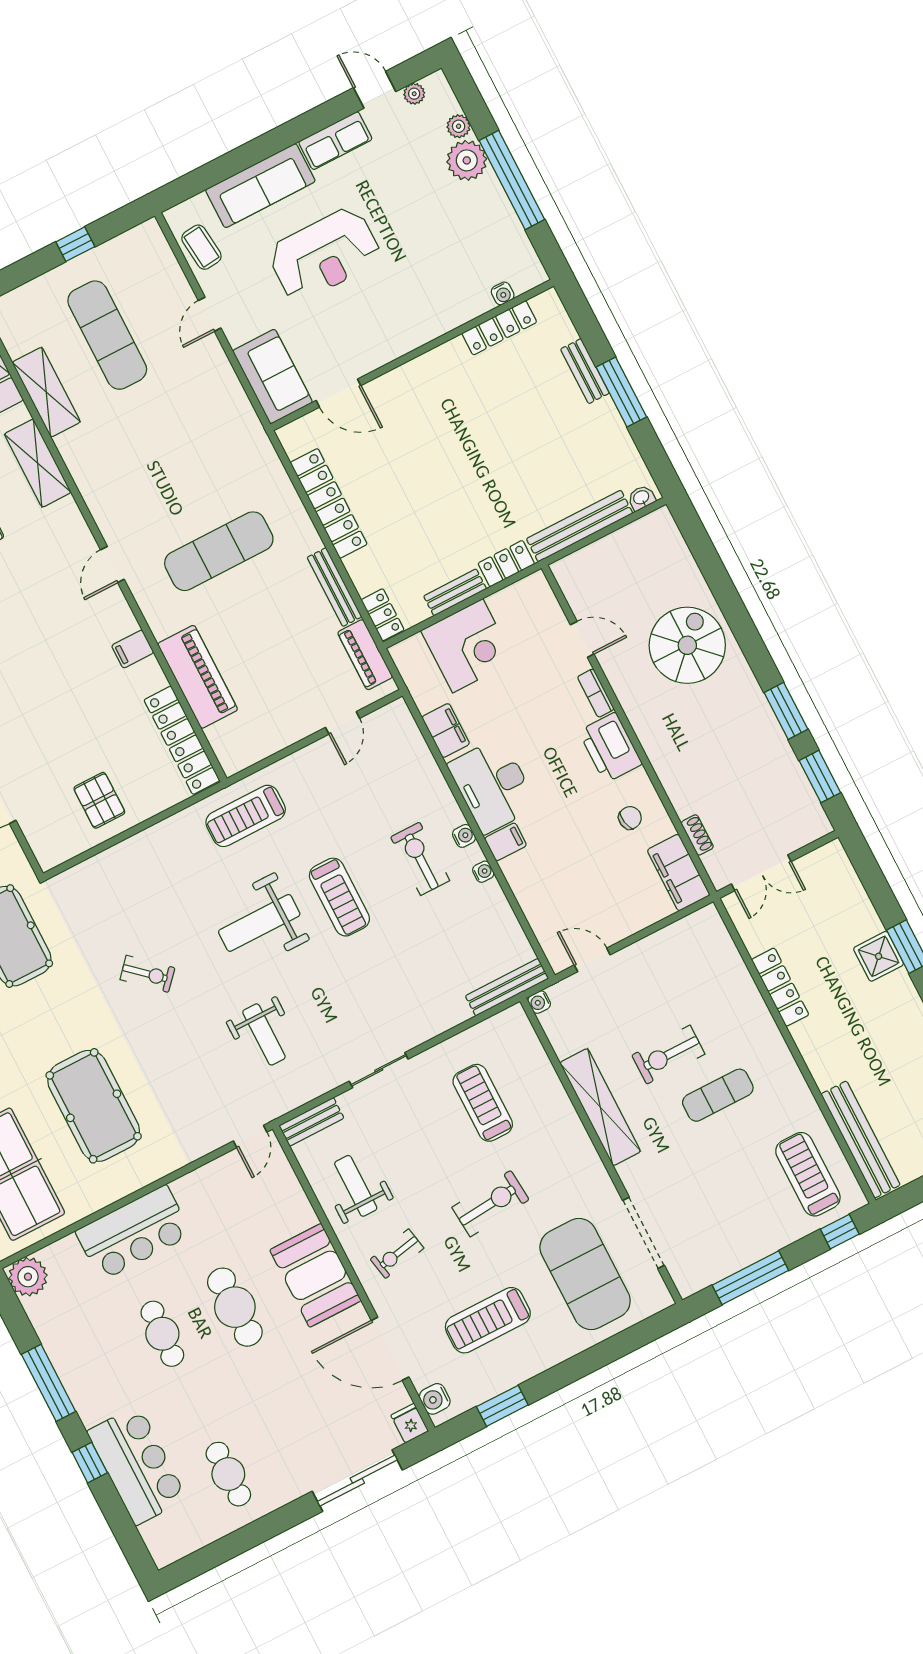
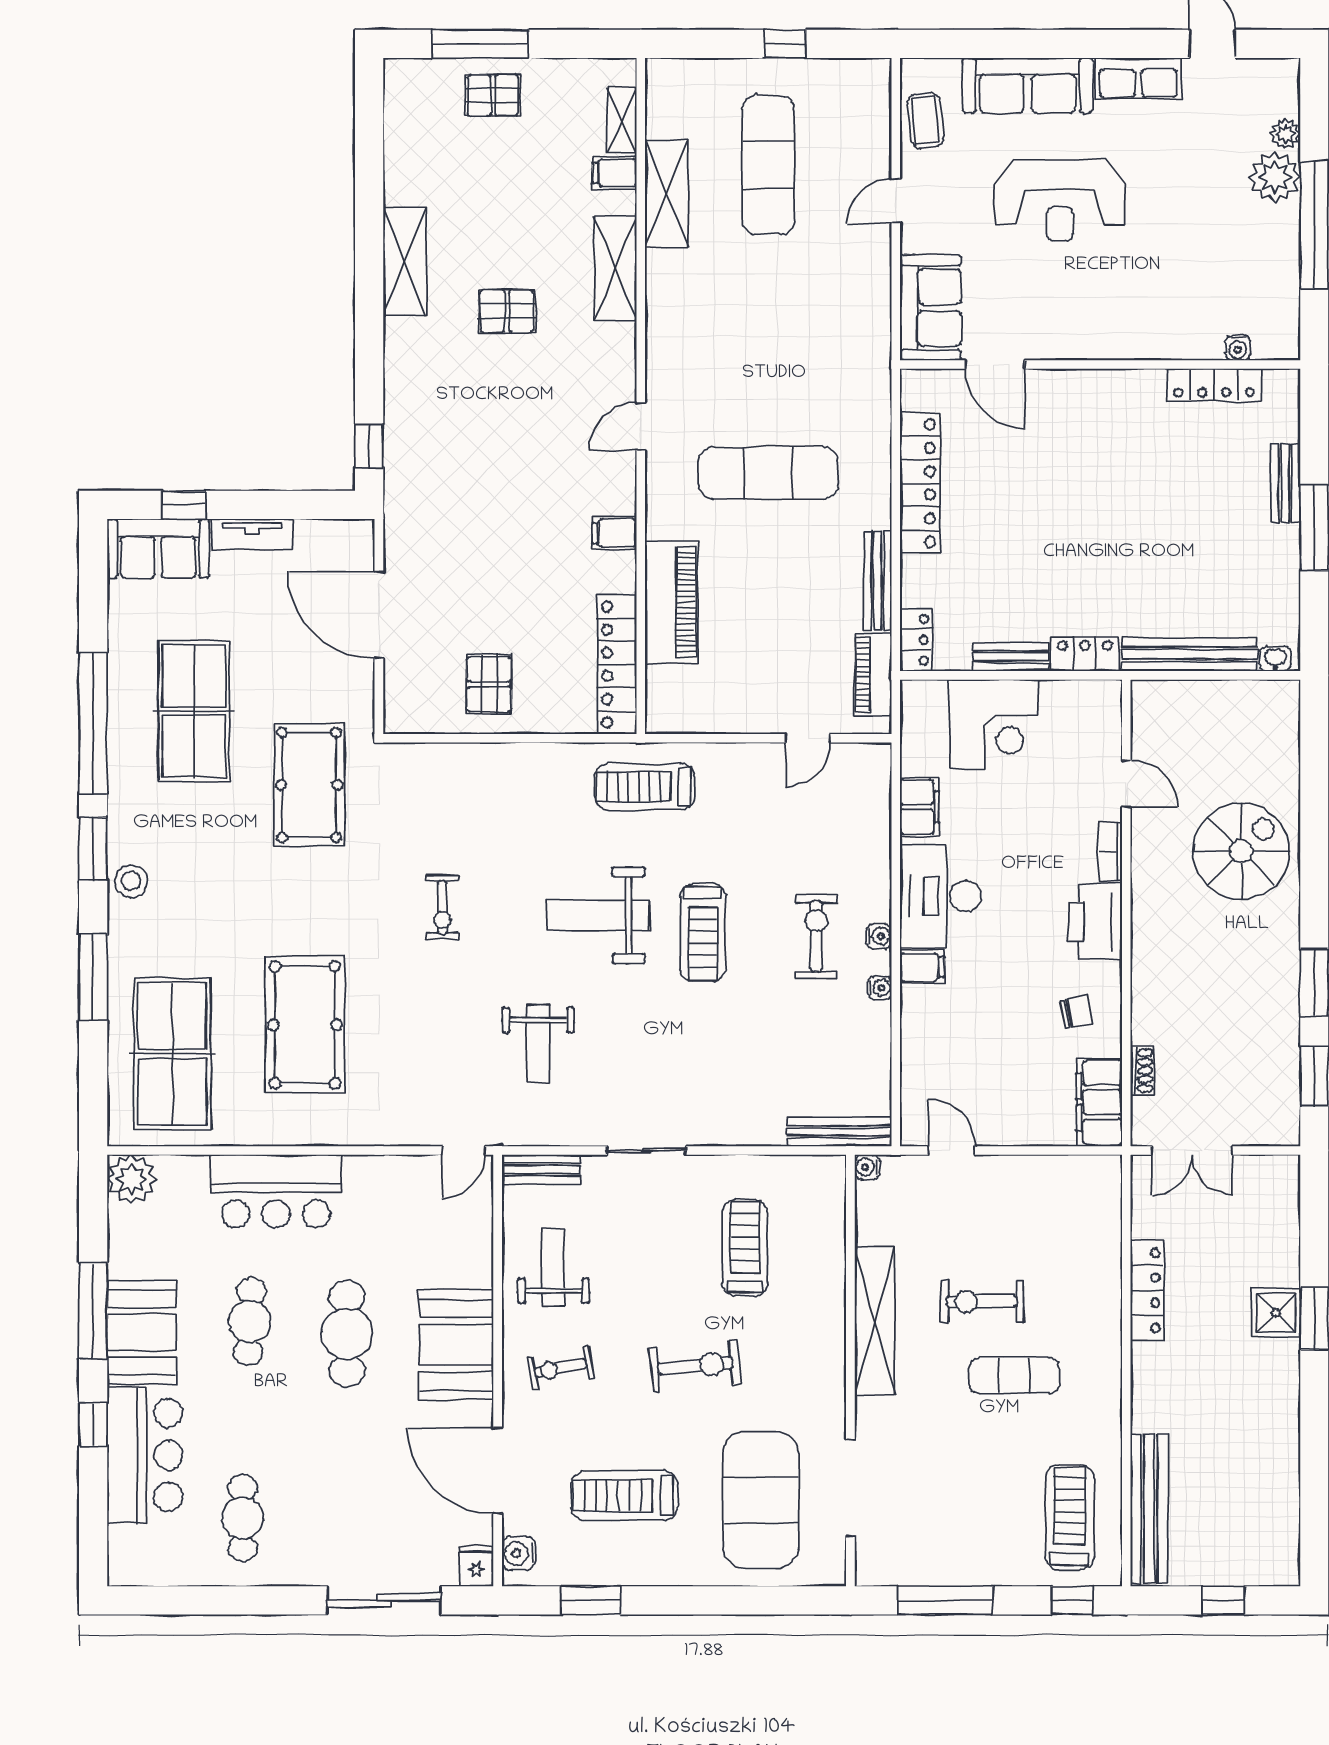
plant: (414, 94) -> (1254, 71), removed
exercise bike: (147, 974) -> (442, 907), turned 48
booth: (90, 1380) -> (142, 1332), added

